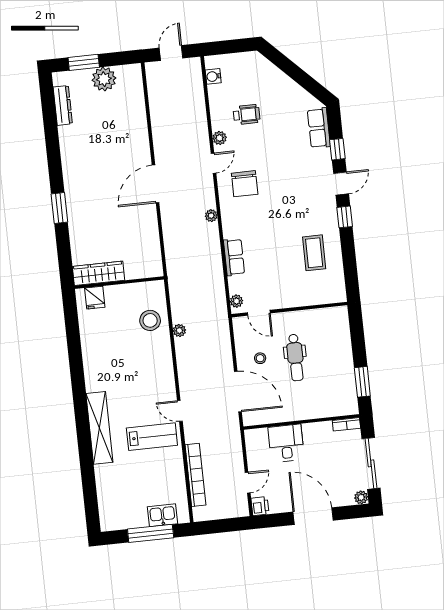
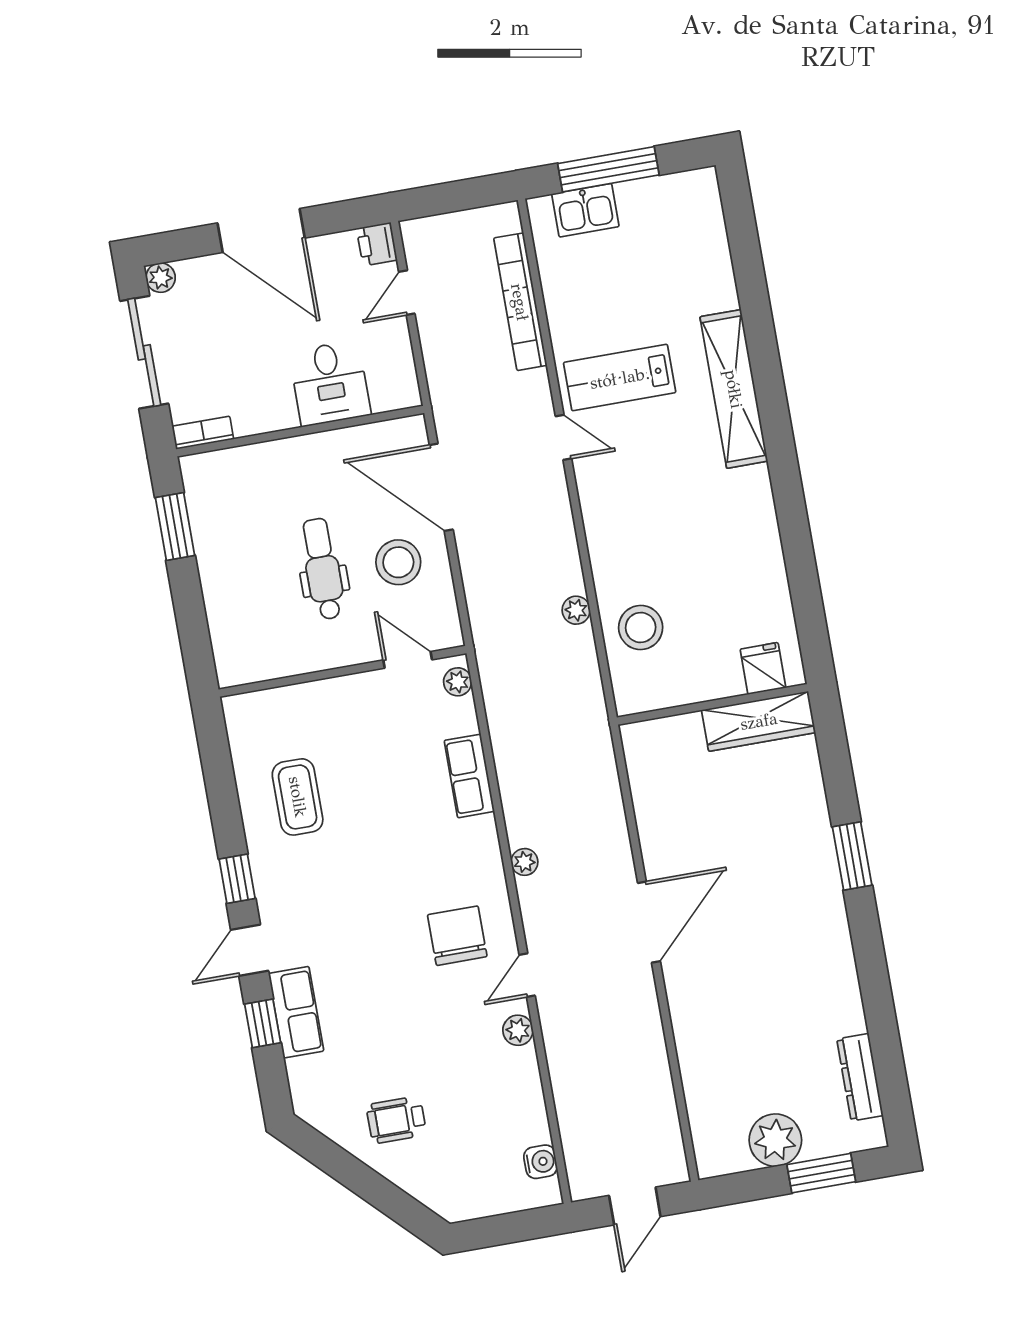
wheelchair: (247, 115) -> (396, 1120), moved
row of seats: (319, 128) -> (296, 1012), moved
stool: (260, 358) -> (398, 562), width x1.89, depth x1.89

